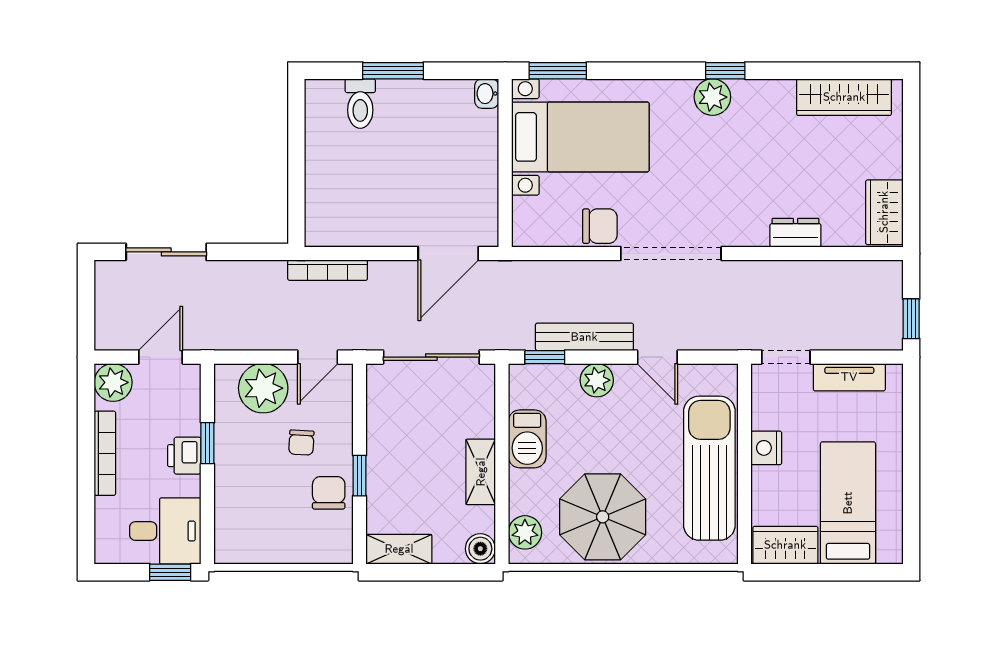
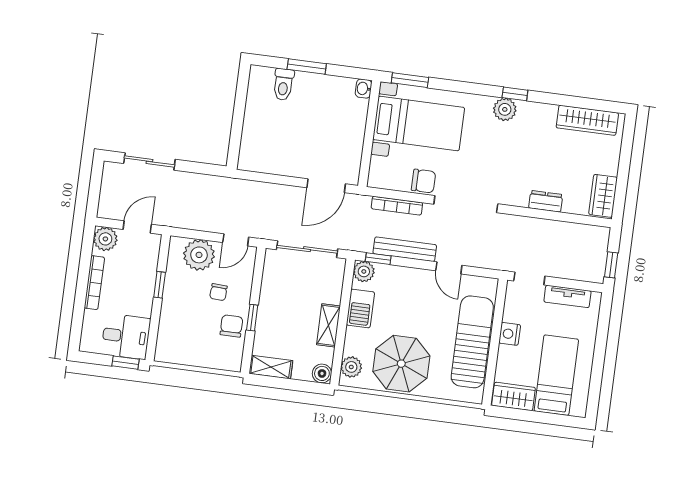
bookcase: (328, 270) -> (397, 206), moved
plant: (597, 380) -> (364, 271), moved
printer: (184, 456) -> (144, 291), removed

